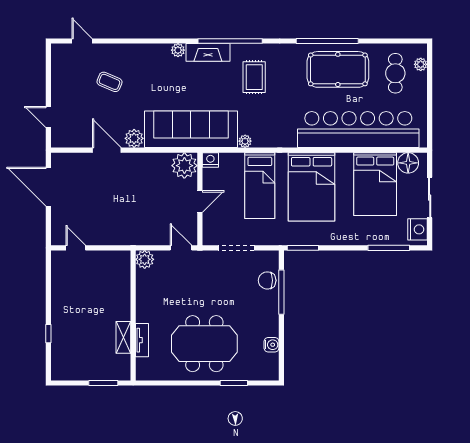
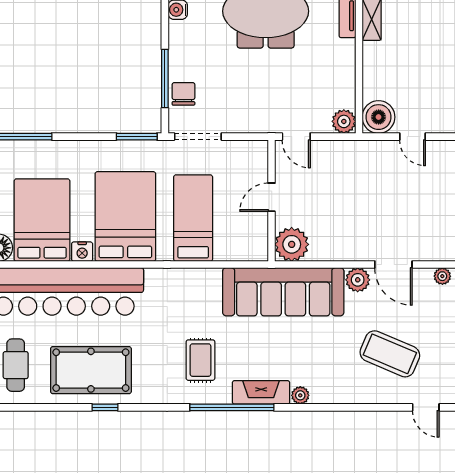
window: (327, 41) -> (105, 407), width x0.32
coffee table: (109, 82) -> (390, 354), width x1.86, depth x1.72
plant: (245, 141) -> (442, 276), moved
nightstand: (210, 160) -> (82, 252), moved
door: (76, 248) -> (412, 137), moved
doorway: (236, 248) -> (198, 137), moved
boiler: (118, 263) -> (379, 117), added
chair: (267, 280) -> (183, 94), turned -90

